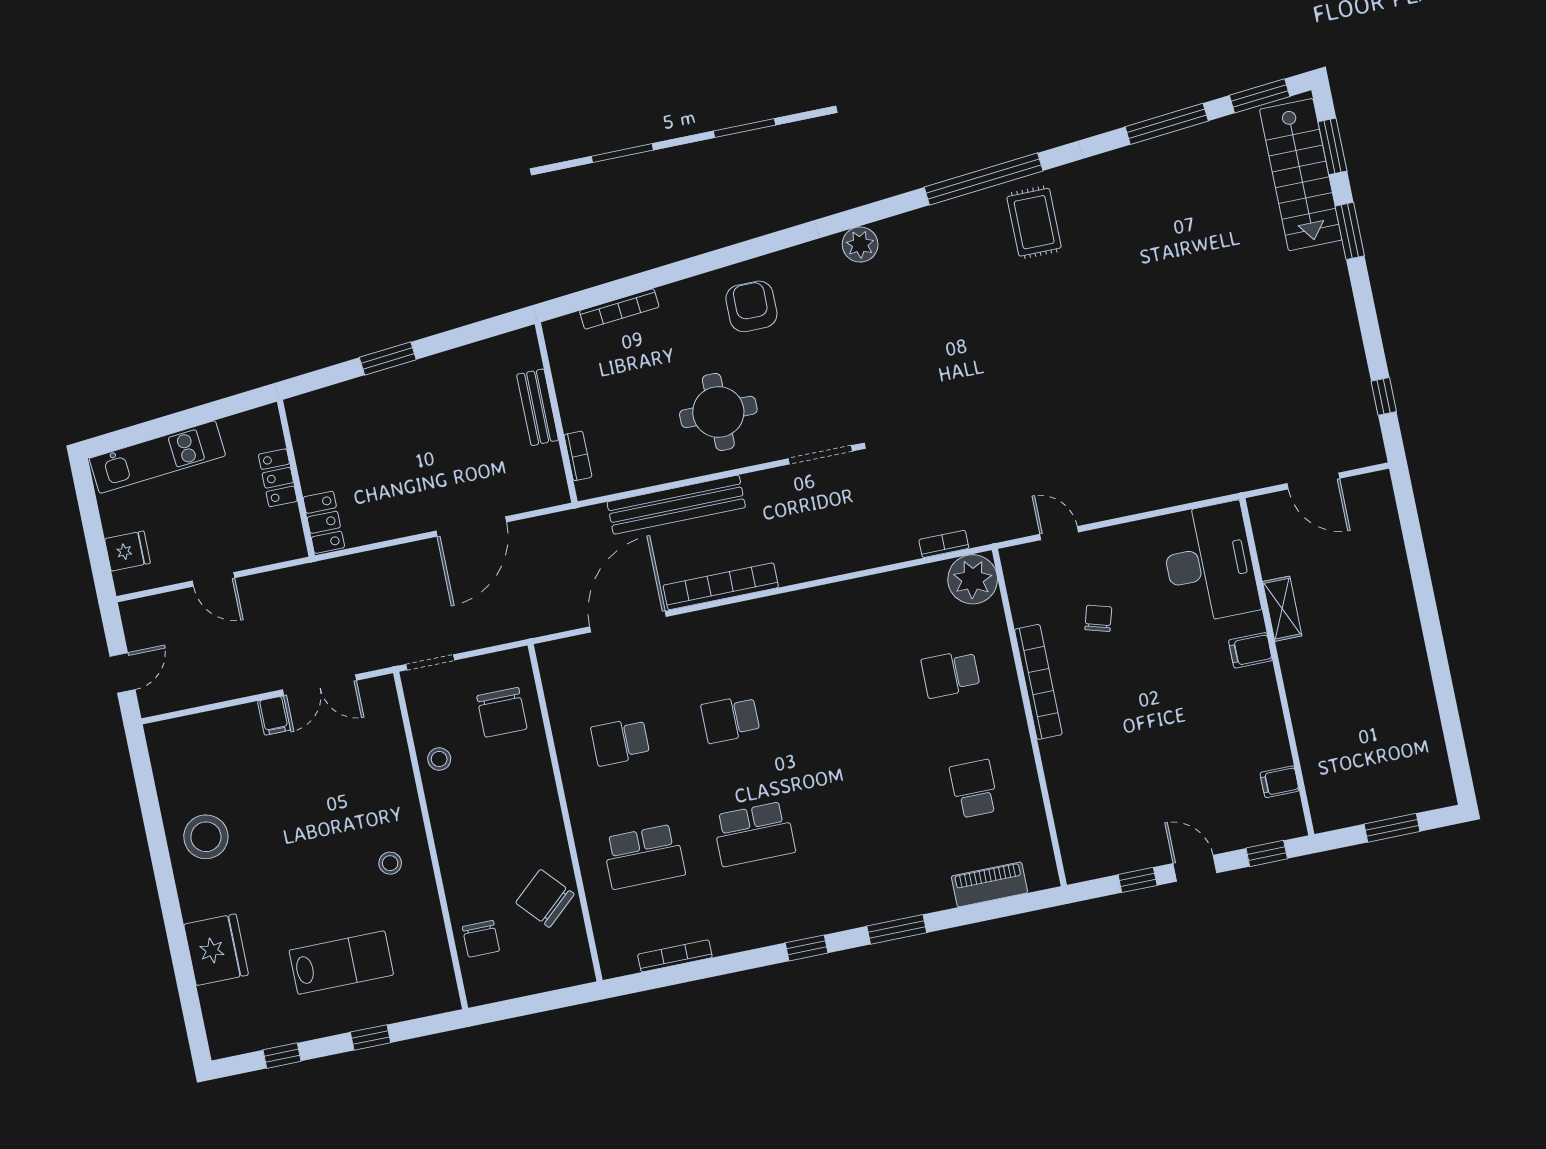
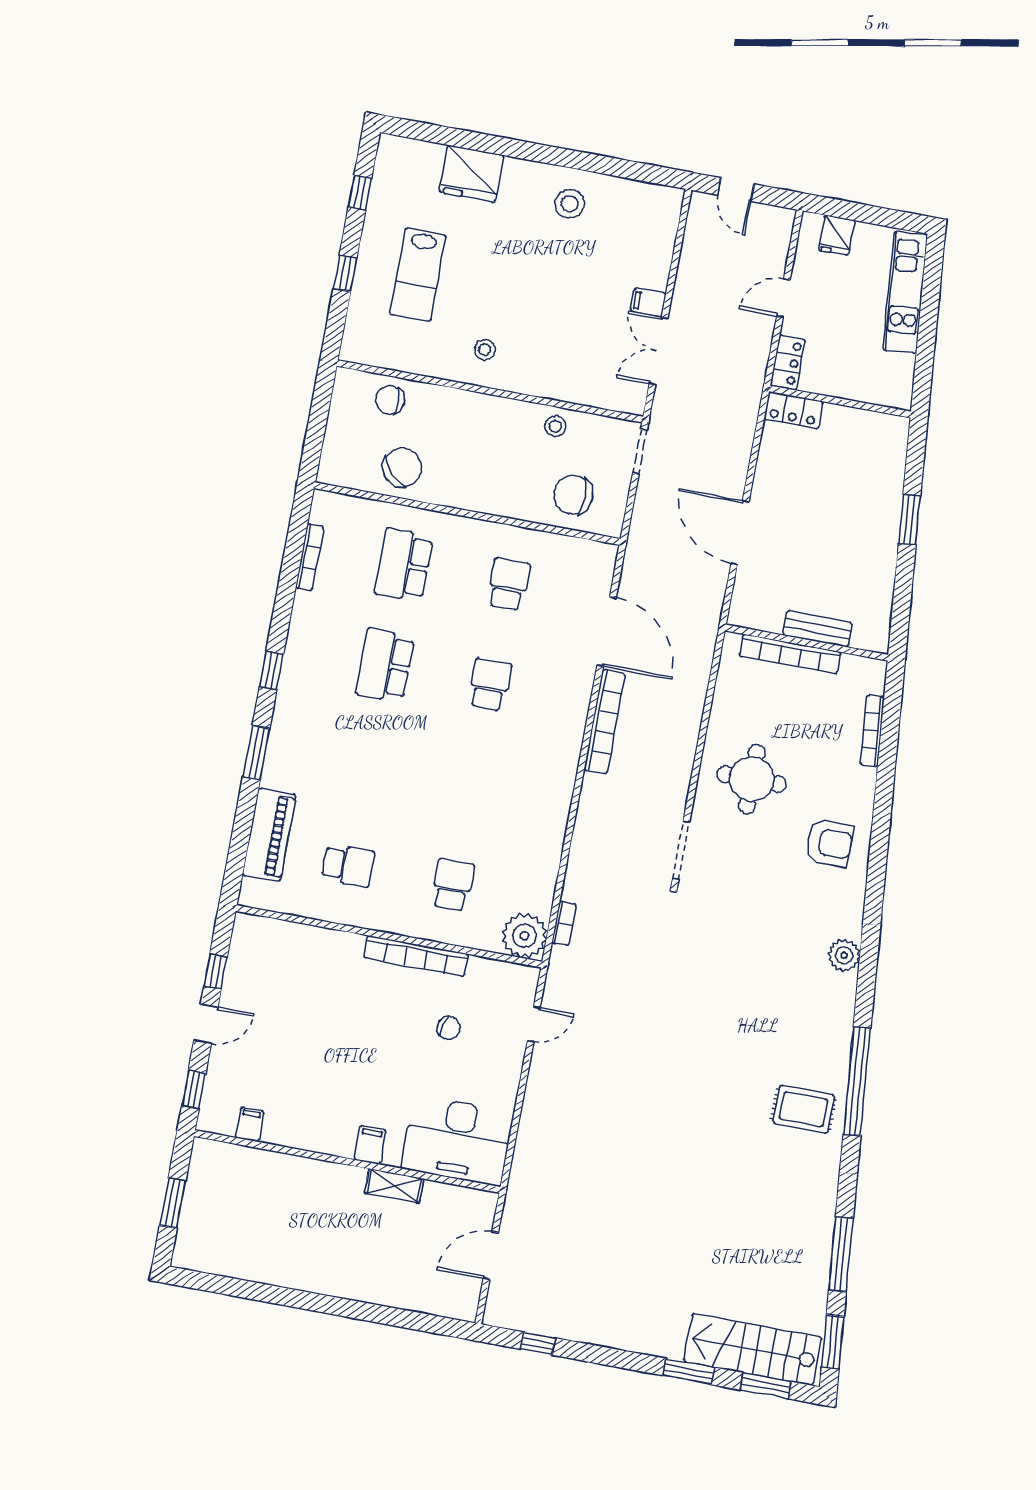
bookcase: (578, 456) -> (790, 654), width x2.31, depth x1.31
locker: (278, 478) -> (788, 363), moved, turned 90
bench: (676, 505) -> (688, 712), removed
stool: (206, 837) -> (570, 204), width x0.73, depth x0.73
piano: (989, 884) -> (269, 835), width x1.37, depth x1.33

